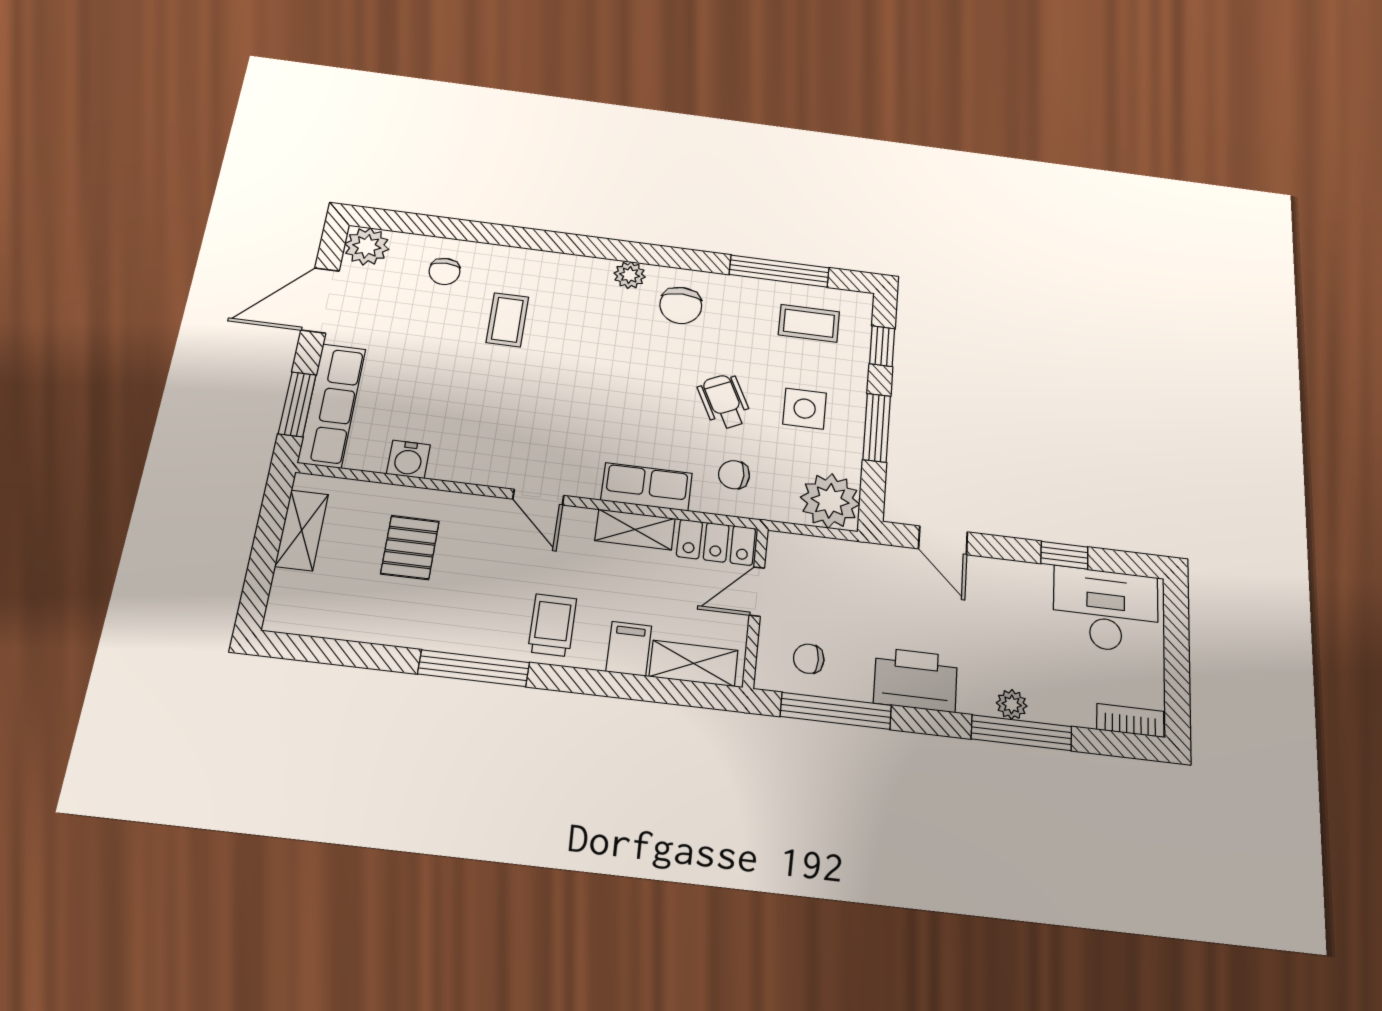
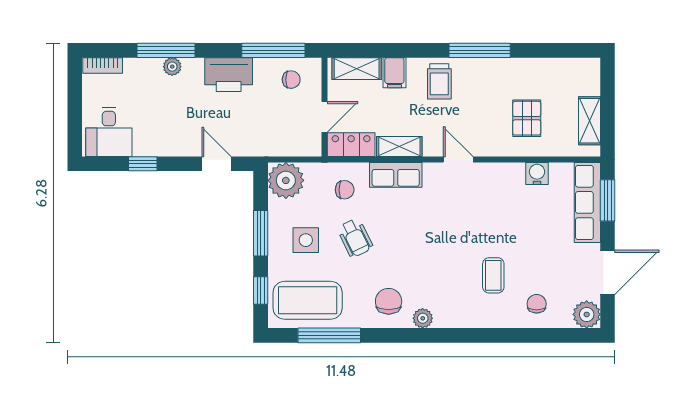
coffee table: (809, 323) -> (308, 300), width x1.86, depth x1.72
desk: (1106, 610) -> (109, 132), width x0.73

